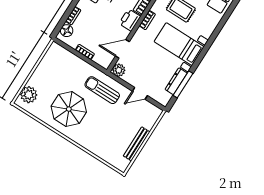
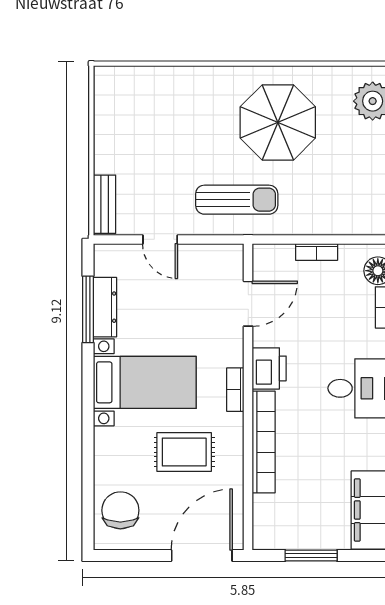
plant: (119, 70) -> (229, 258), removed
door: (140, 93) -> (160, 239), swing flipped
bench: (137, 144) -> (105, 204), moved, width x0.73

